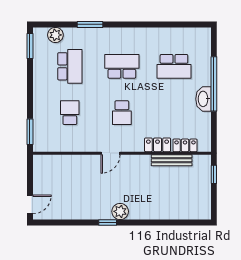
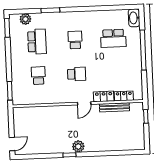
school desk: (122, 66) -> (75, 40), width x0.54
washbasin: (203, 99) -> (134, 18), moved
school desk: (122, 113) -> (77, 74), turned -90
door: (111, 153) -> (84, 103), moved

